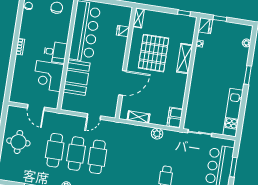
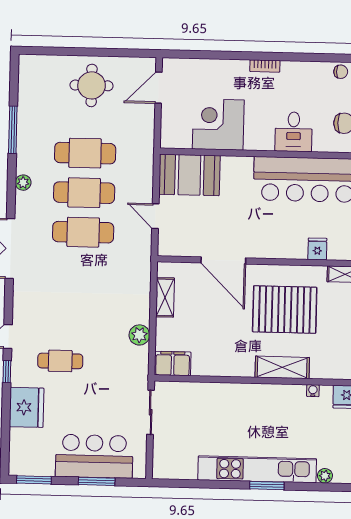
desk: (55, 52) -> (294, 132), moved
booth: (77, 78) -> (189, 175), moved
door: (36, 108) -> (159, 88), moved
kitchen unit: (233, 113) -> (257, 469), moved, width x1.36

